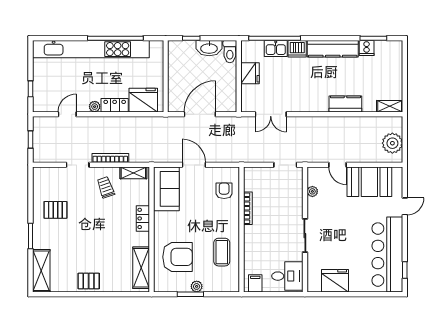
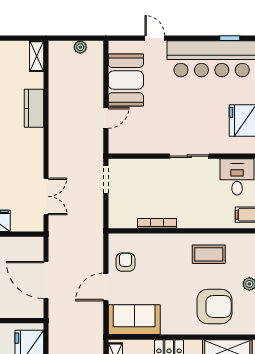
plant: (392, 143) -> (80, 47), width x0.53, depth x0.53
armchair: (224, 191) -> (126, 262), moved, turned 90
plant: (312, 191) -> (137, 147), removed
armchair: (178, 257) -> (214, 306), turned 90

